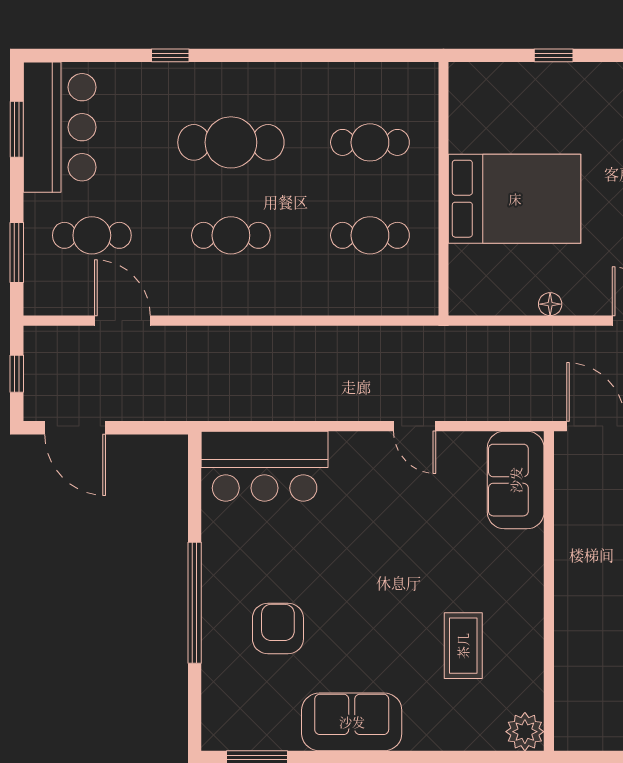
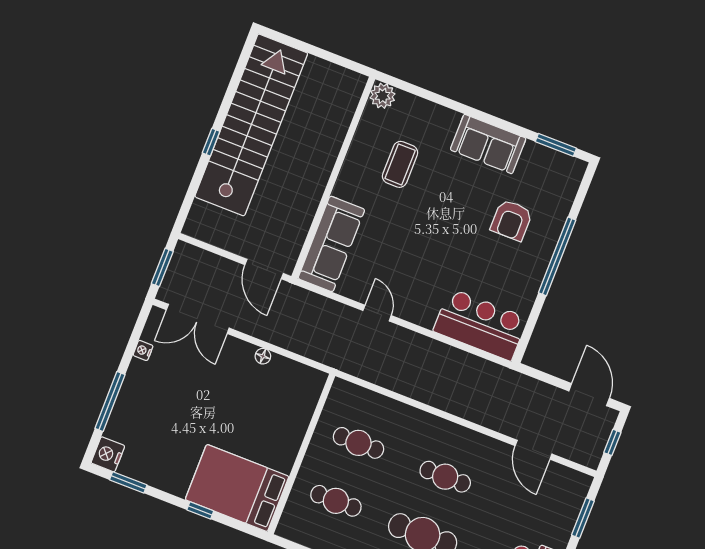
bed: (515, 199) -> (237, 488), moved
cafe table: (92, 235) -> (532, 510), removed
sofa: (516, 480) -> (331, 244), width x1.36

